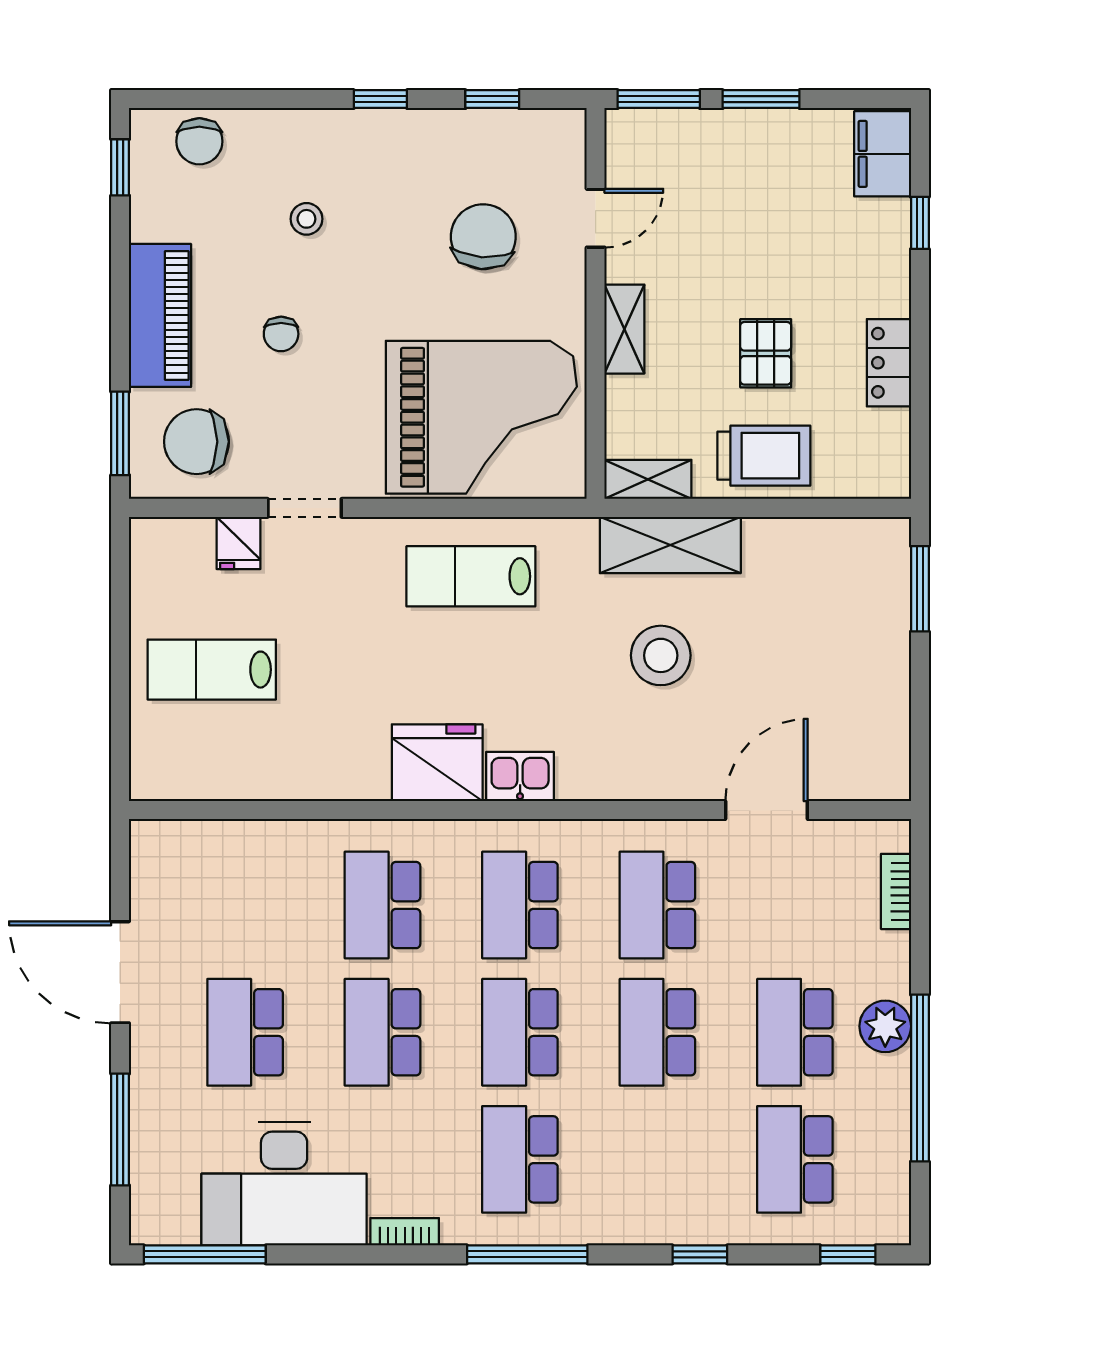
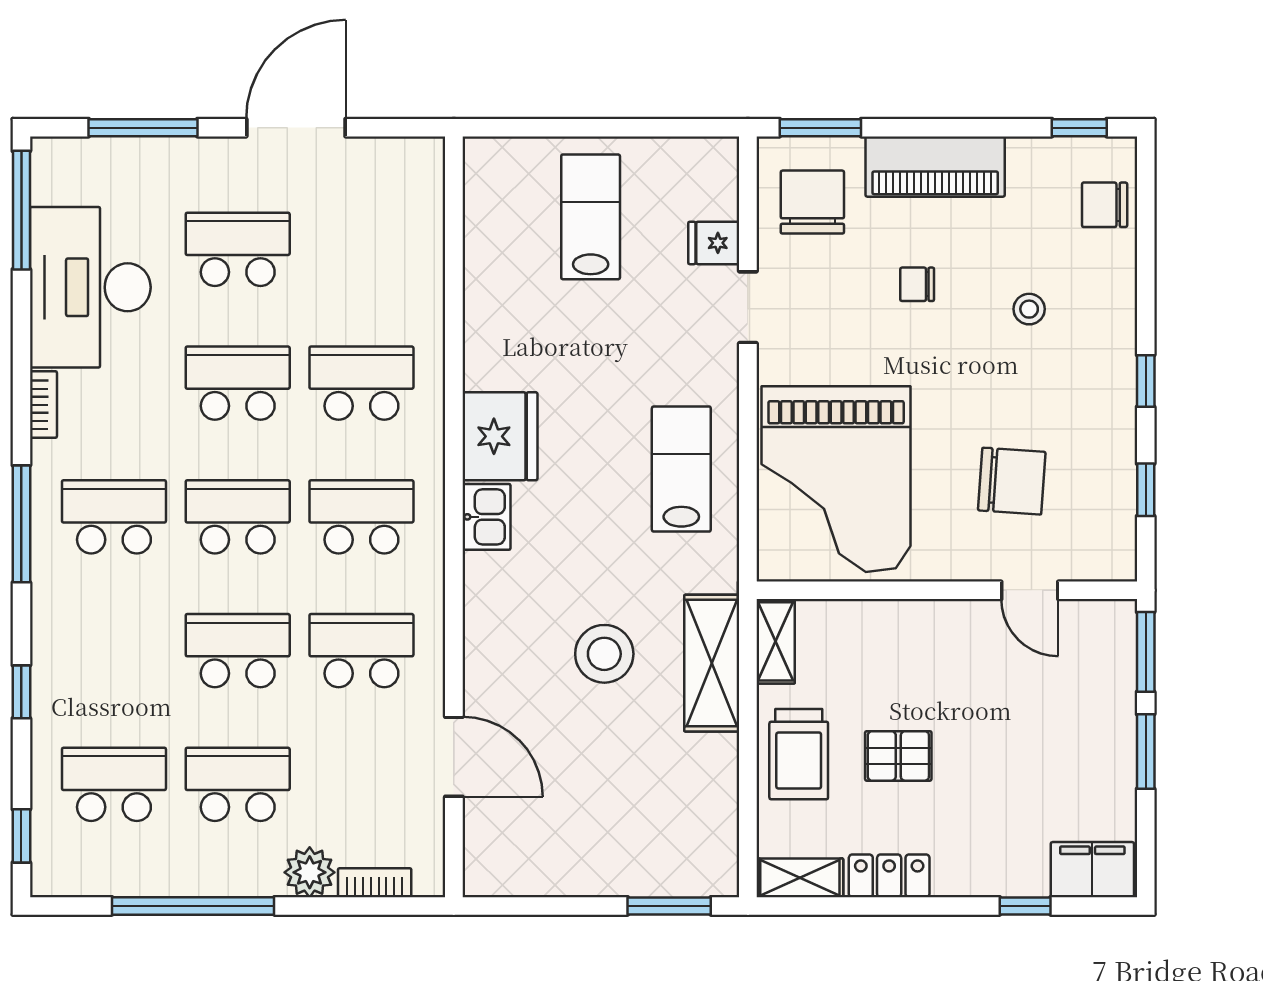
shelving: (624, 329) -> (800, 878), moved
plant: (885, 1026) -> (310, 872), moved

